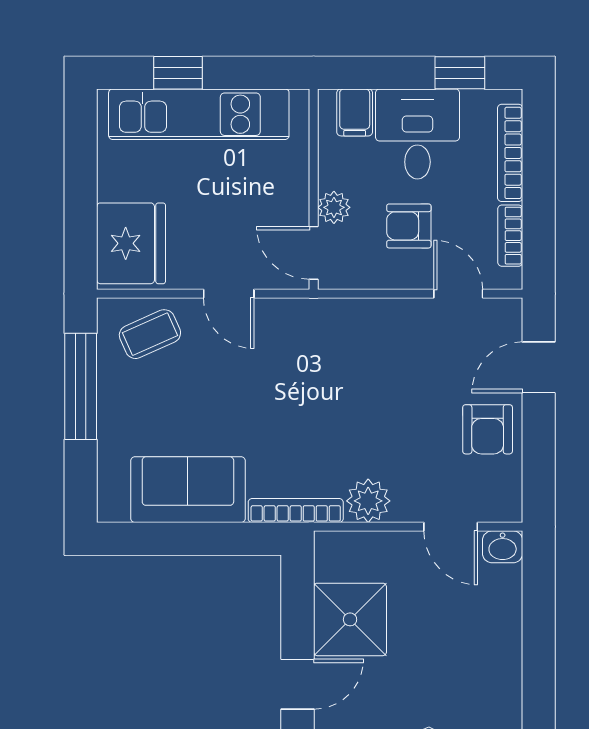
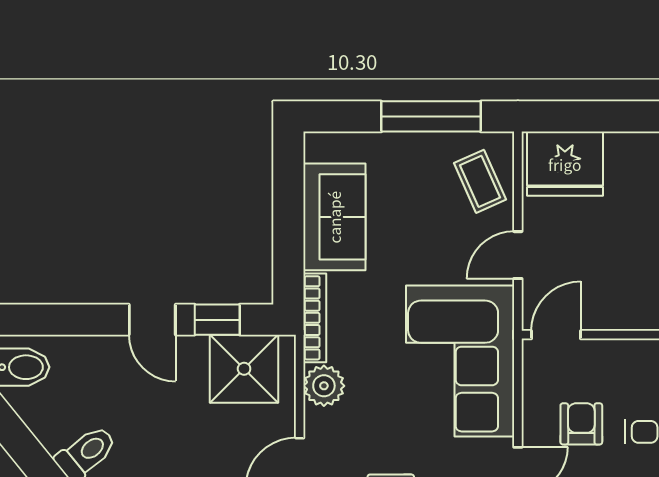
plant: (334, 207) -> (599, 354), removed
corner sofa: (342, 355) -> (460, 361), added
window: (298, 615) -> (217, 320), added
shower: (350, 619) -> (244, 369), moved

